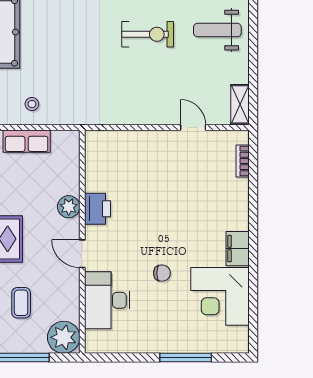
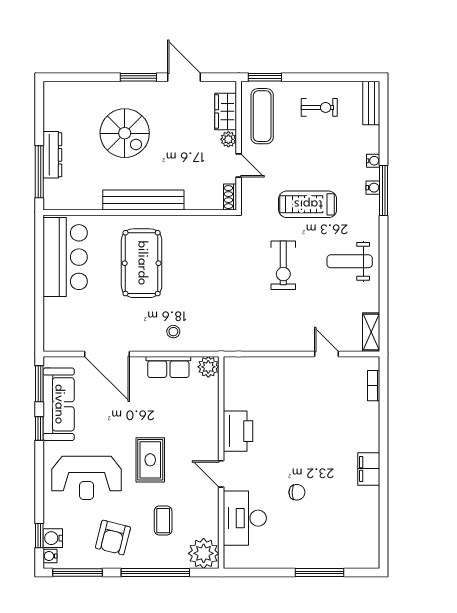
exercise bike: (148, 34) -> (283, 265), turned 90
plant: (69, 207) -> (208, 367), moved
printer: (98, 209) -> (238, 431), width x1.37, depth x1.19
corner desk: (220, 296) -> (352, 514), removed

